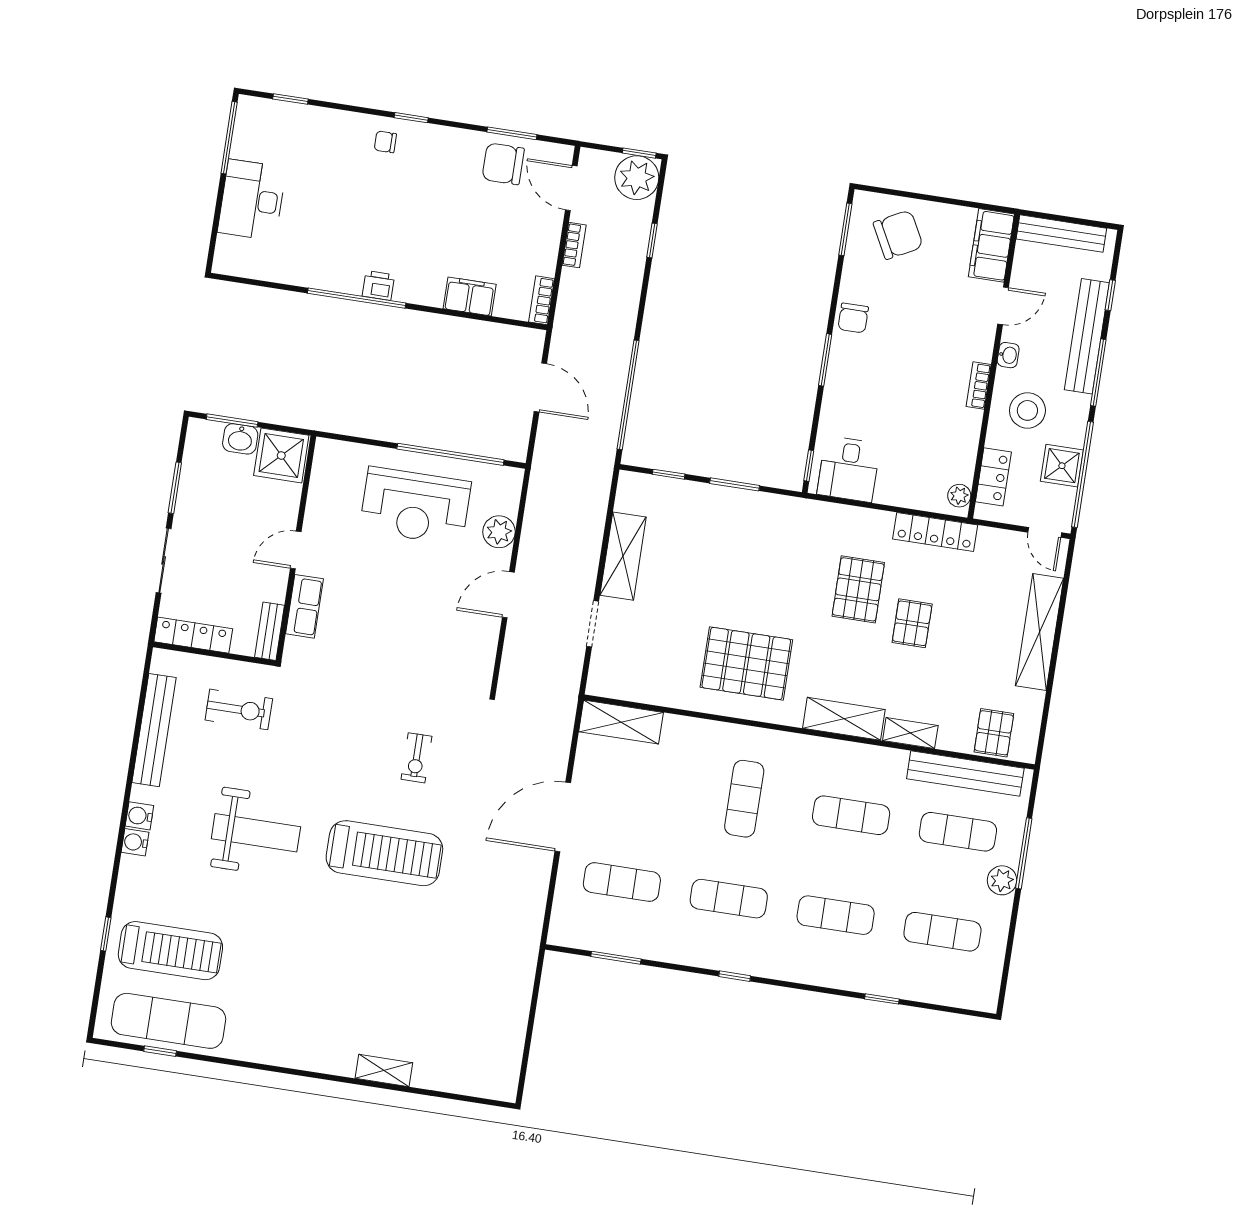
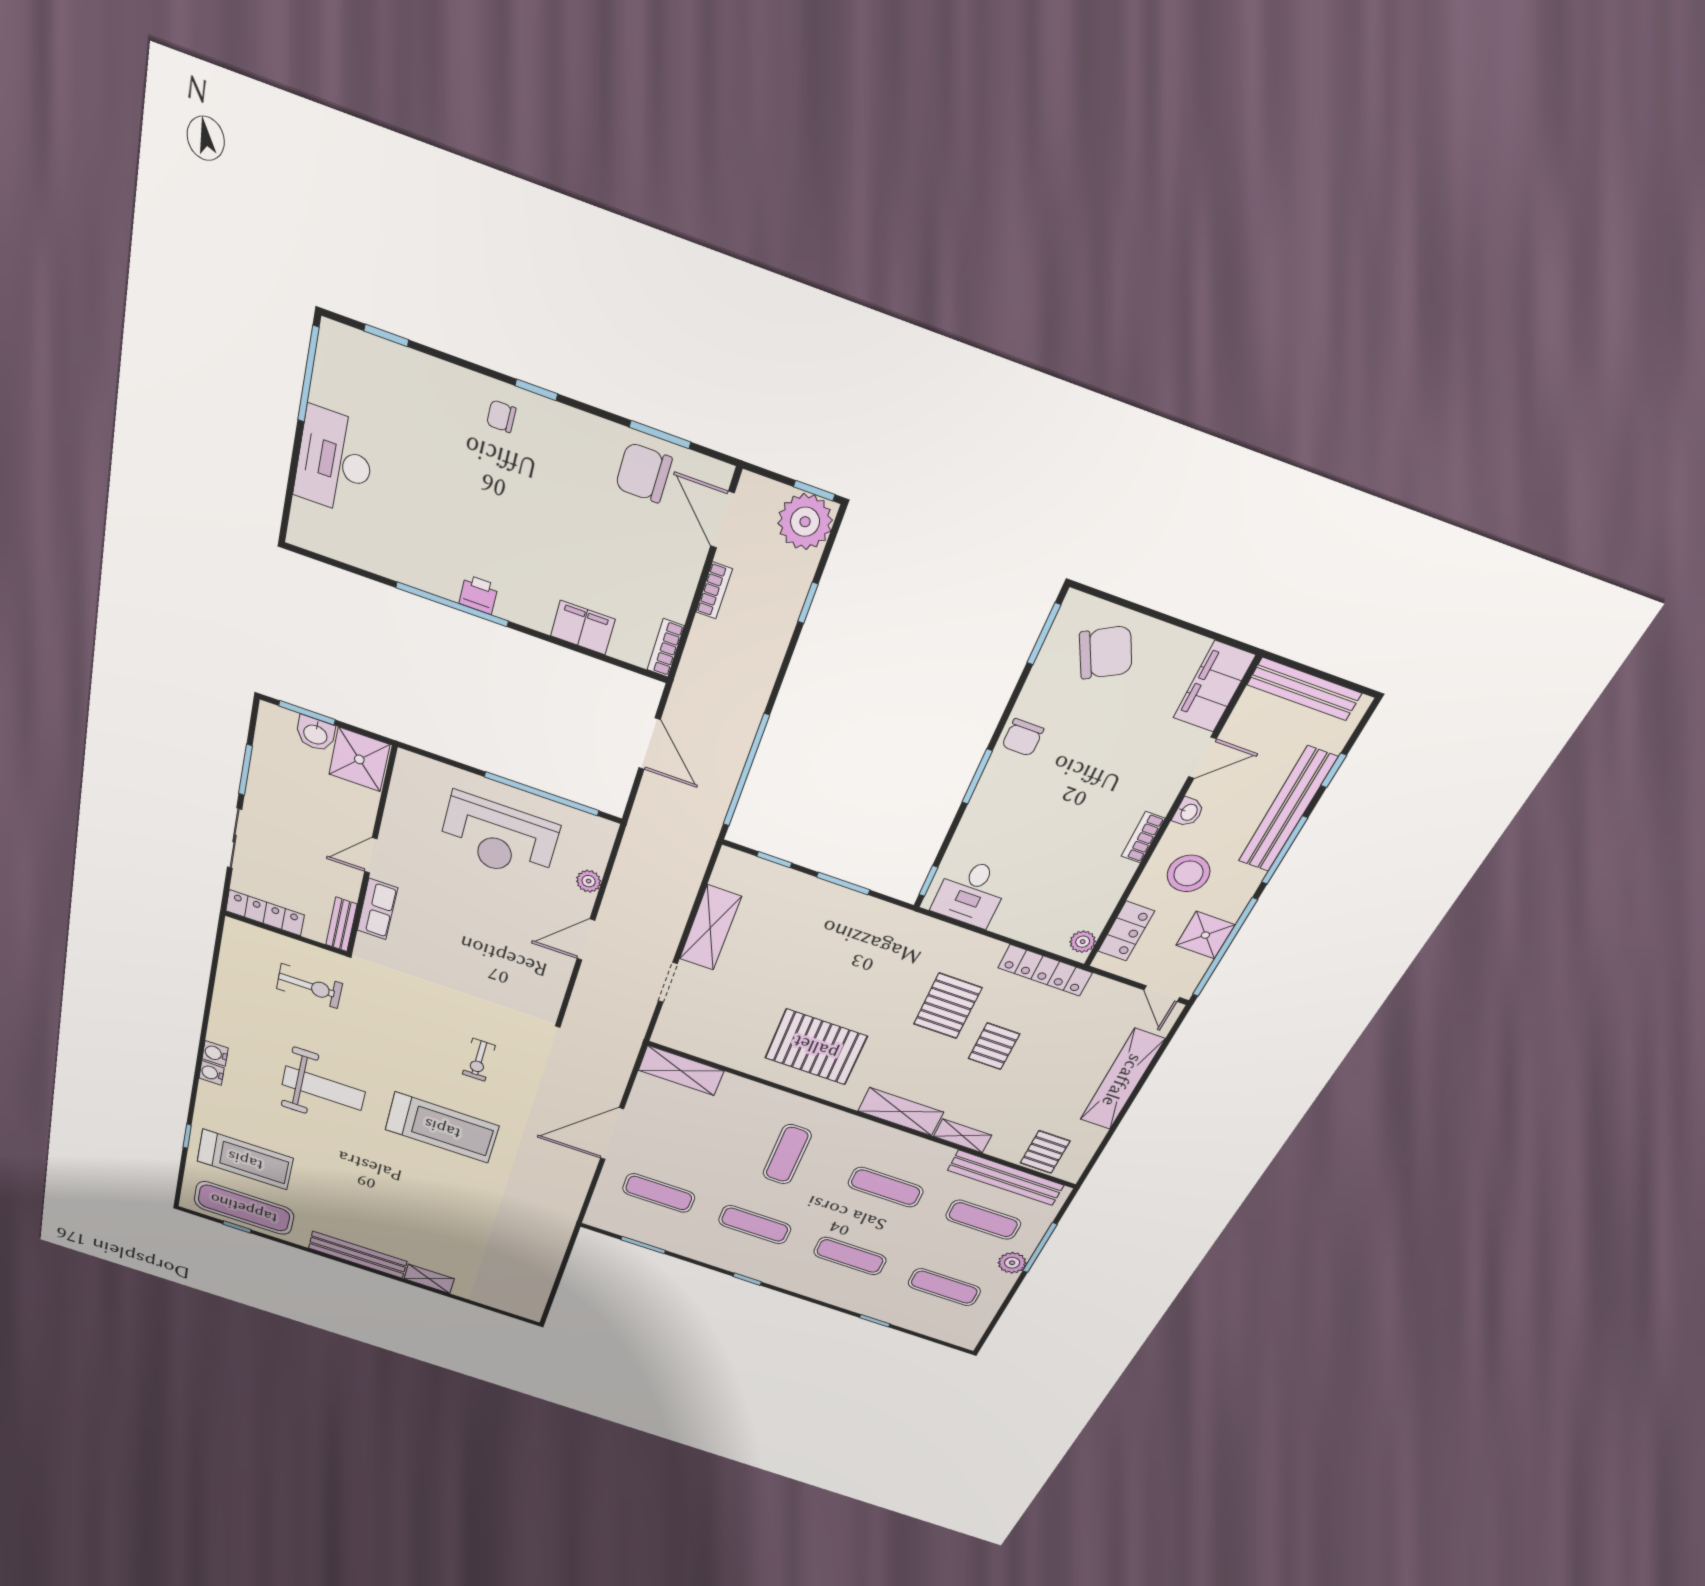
plant: (499, 532) -> (589, 881), width x0.73, depth x0.73
bench: (154, 730) -> (358, 1255), moved, turned 90

